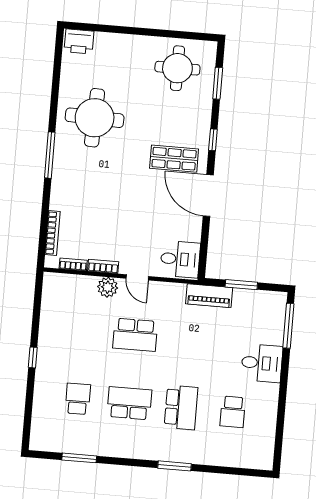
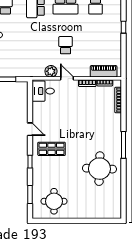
printer: (79, 41) -> (112, 212), removed
door: (208, 195) -> (30, 129), width x0.53
plant: (108, 287) -> (51, 71), moved
piano: (209, 296) -> (104, 71), moved
school desk: (135, 335) -> (65, 45), width x0.54

